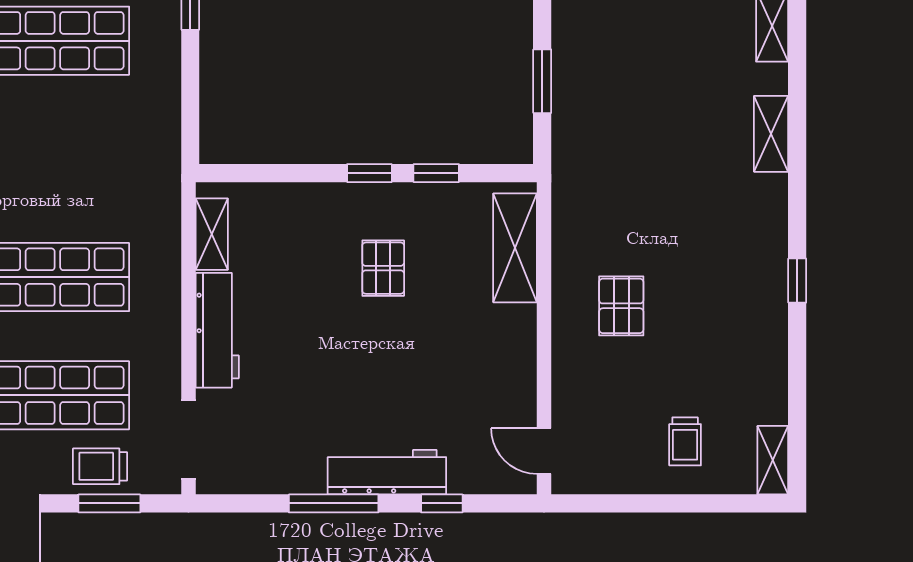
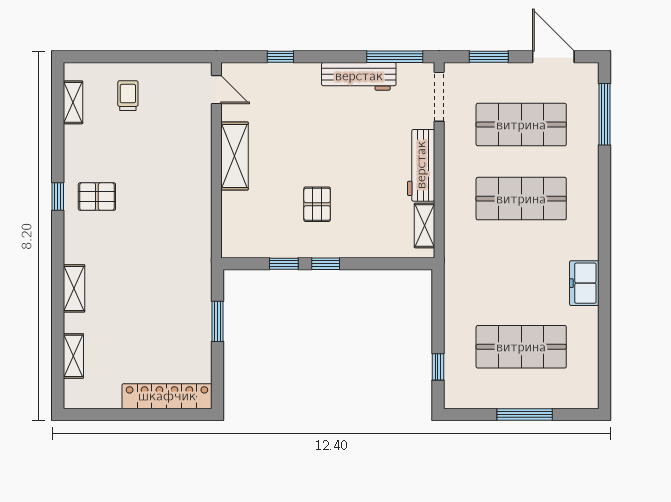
shelving: (515, 248) -> (234, 156), moved
pallet: (621, 306) -> (97, 197), moved, turned 90
shelving: (773, 460) -> (73, 102), moved
trolley: (100, 466) -> (495, 80), removed
workbench: (387, 472) -> (359, 76), moved
window: (334, 503) -> (395, 57), moved

